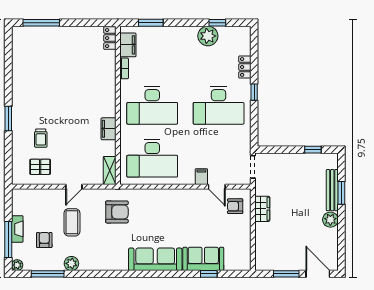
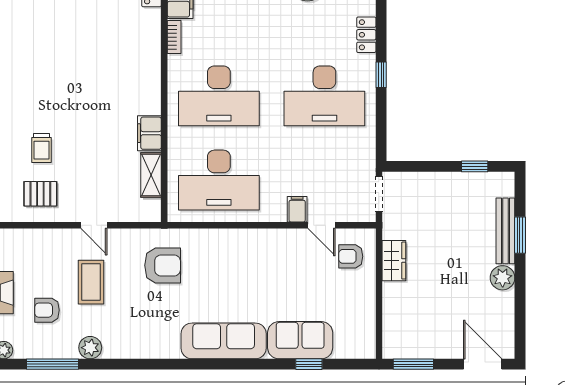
shelving: (110, 171) -> (151, 175), moved
door: (74, 187) -> (94, 225), hinge flipped
armchair: (44, 240) -> (47, 310), turned -90
window: (286, 274) -> (413, 364), moved

